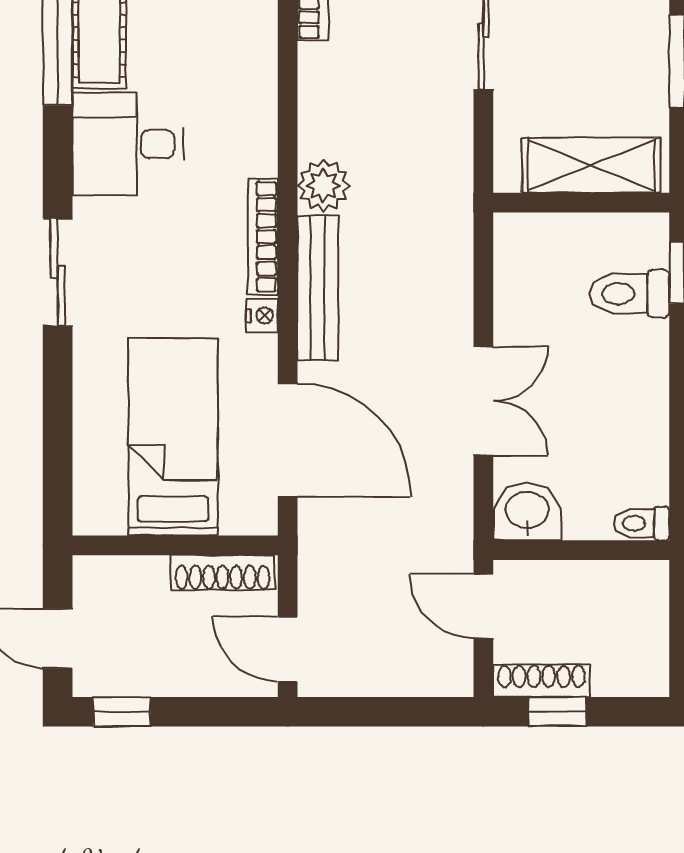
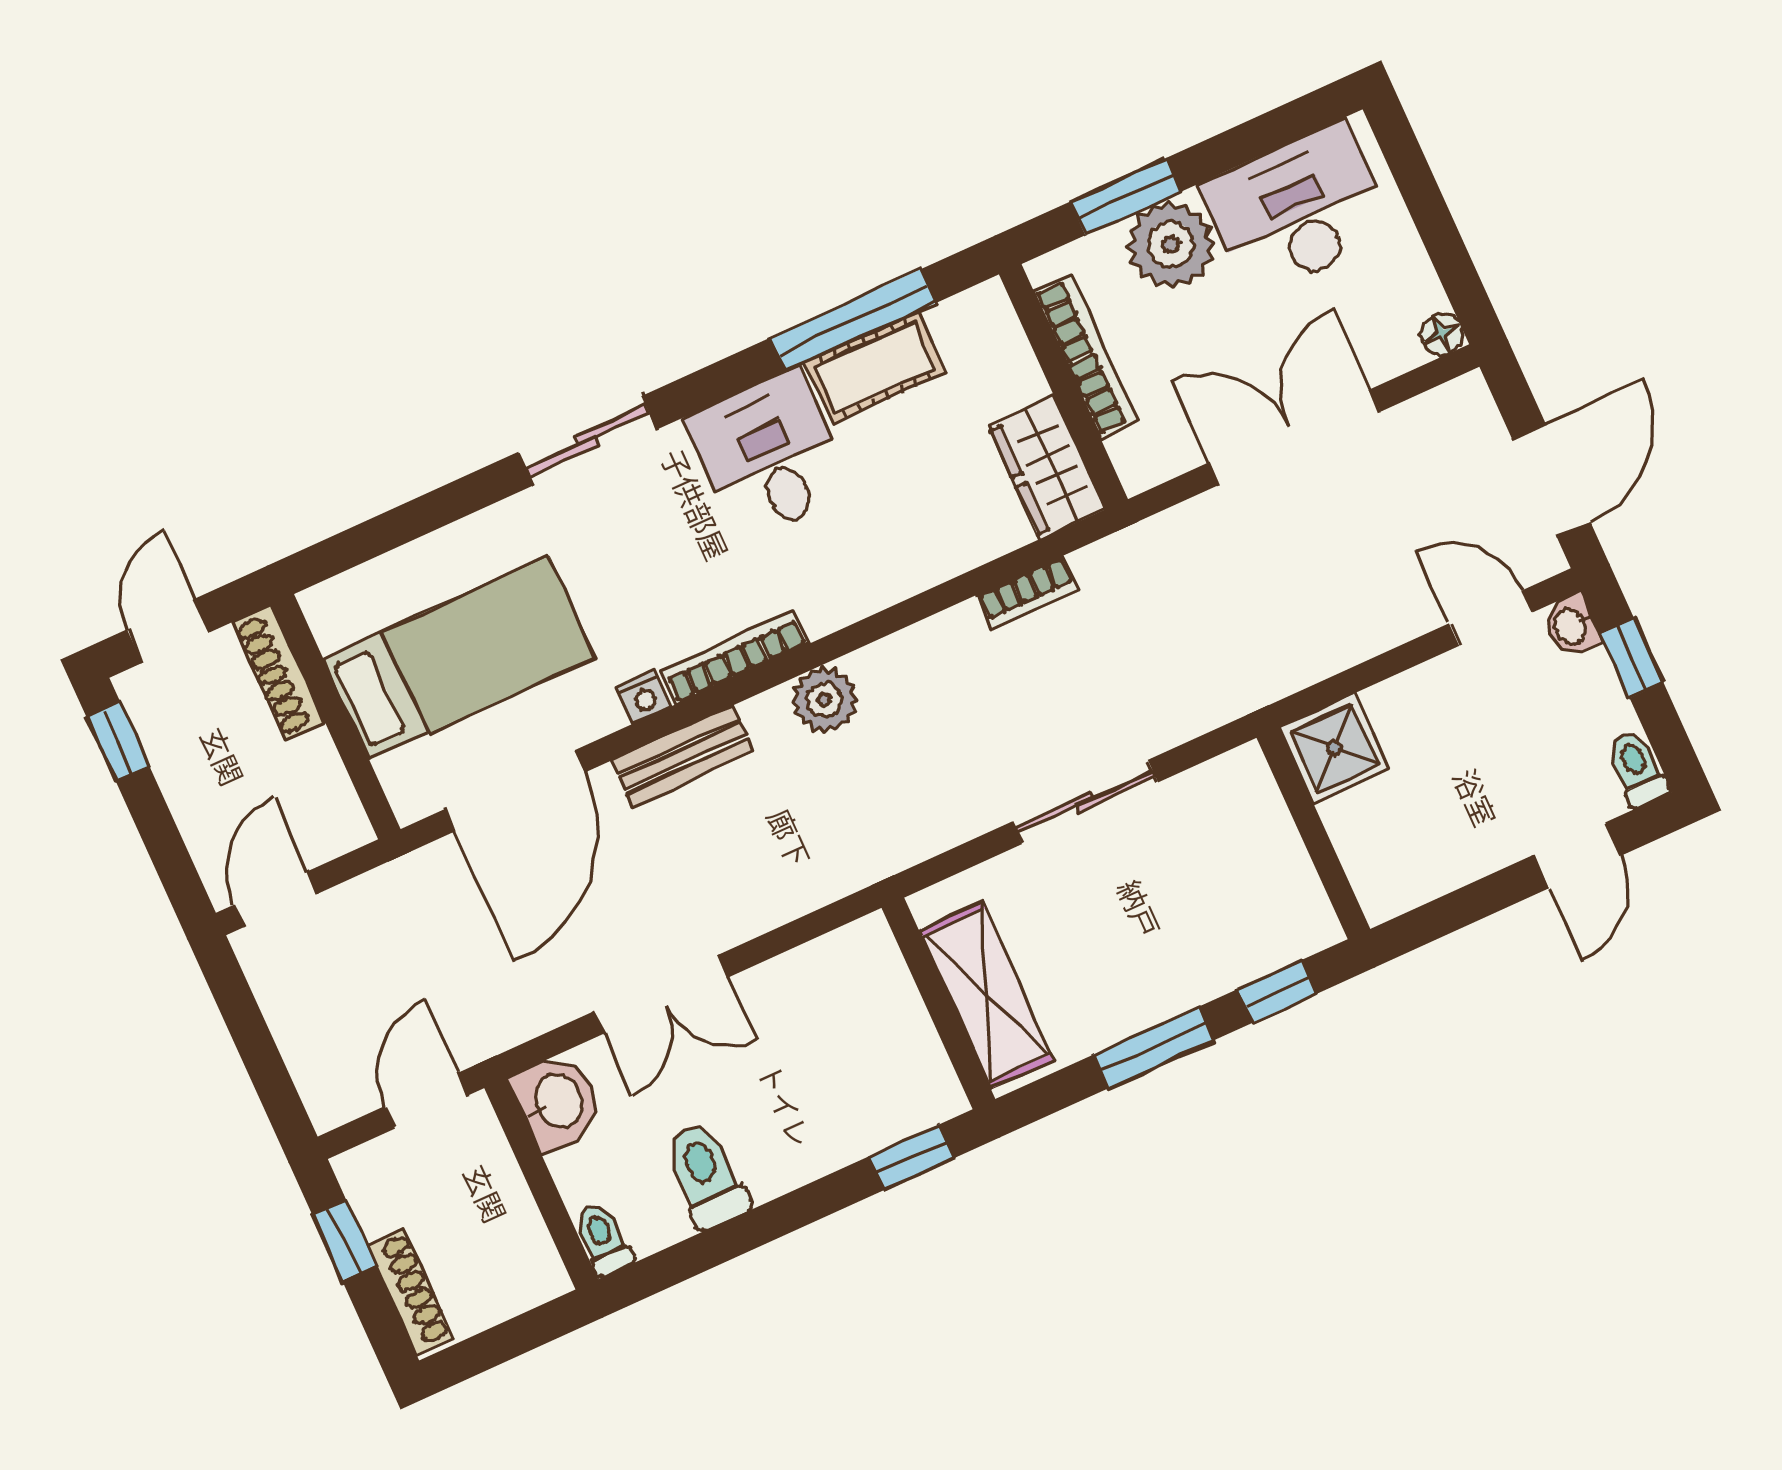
bench: (318, 288) -> (682, 756), width x0.73
toilet: (630, 294) -> (706, 1175), moved
shoe rack: (222, 573) -> (278, 673), moved
shoe rack: (541, 681) -> (410, 1292), moved

